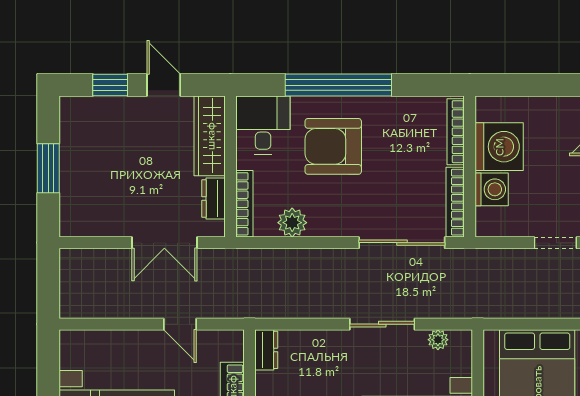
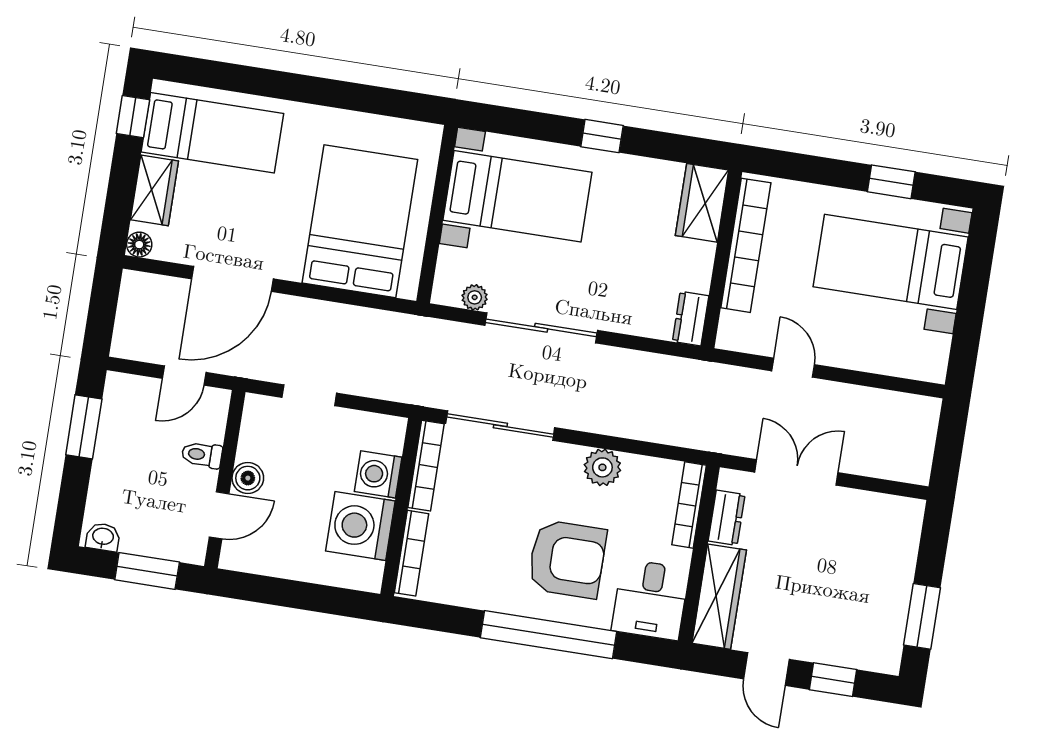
window: (48, 168) -> (922, 616), moved
plant: (292, 223) -> (602, 467), moved
sliding door: (382, 324) -> (541, 328), width x1.37

